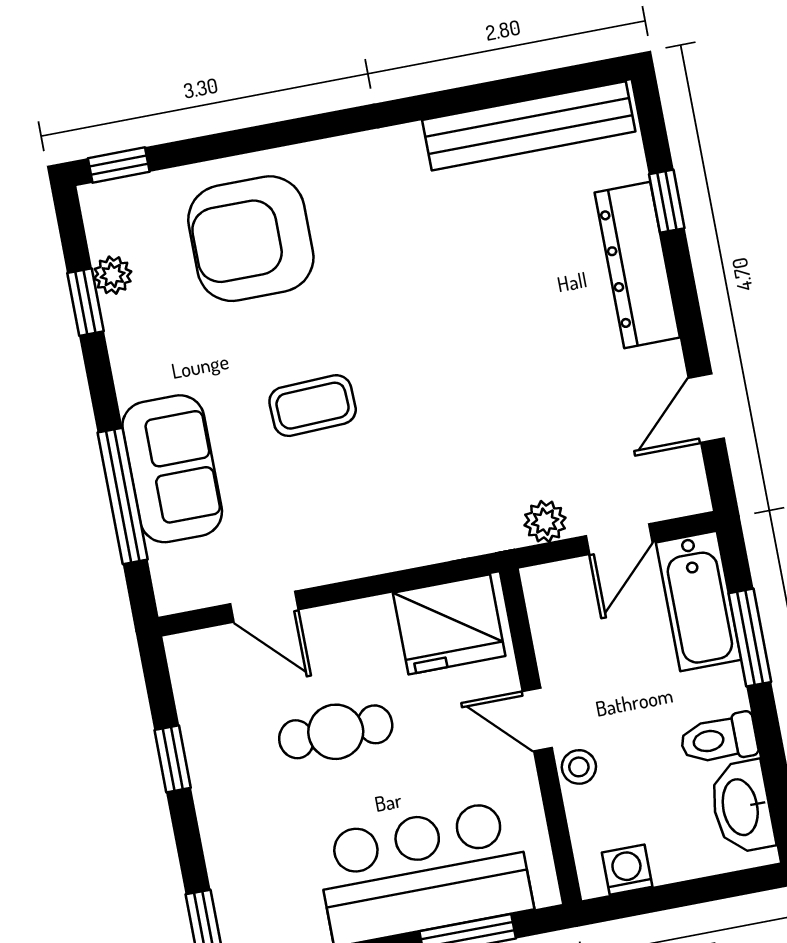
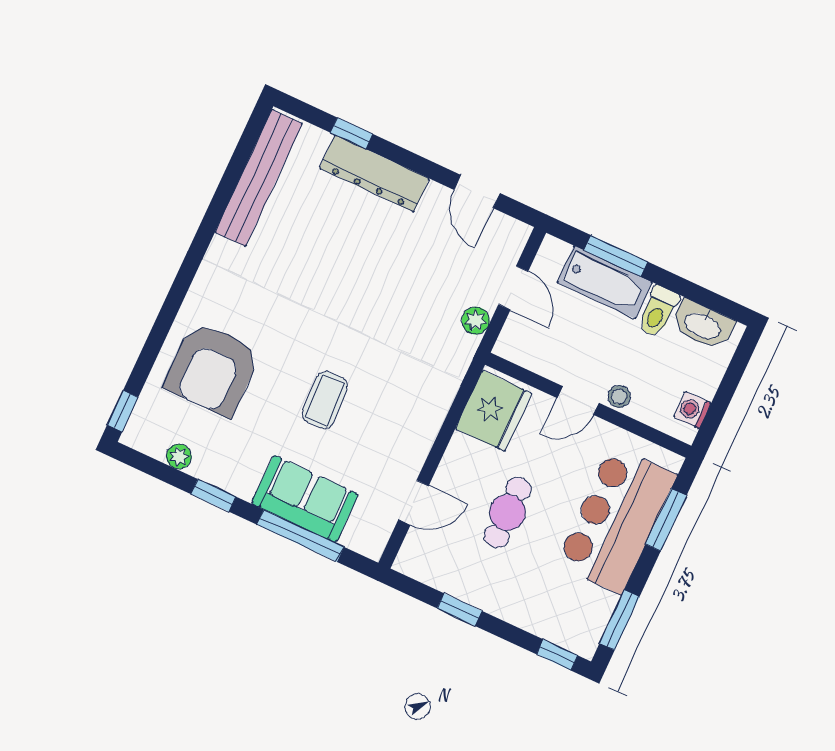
window: (86, 302) -> (213, 495), moved
bathtub: (699, 601) -> (605, 282), moved

